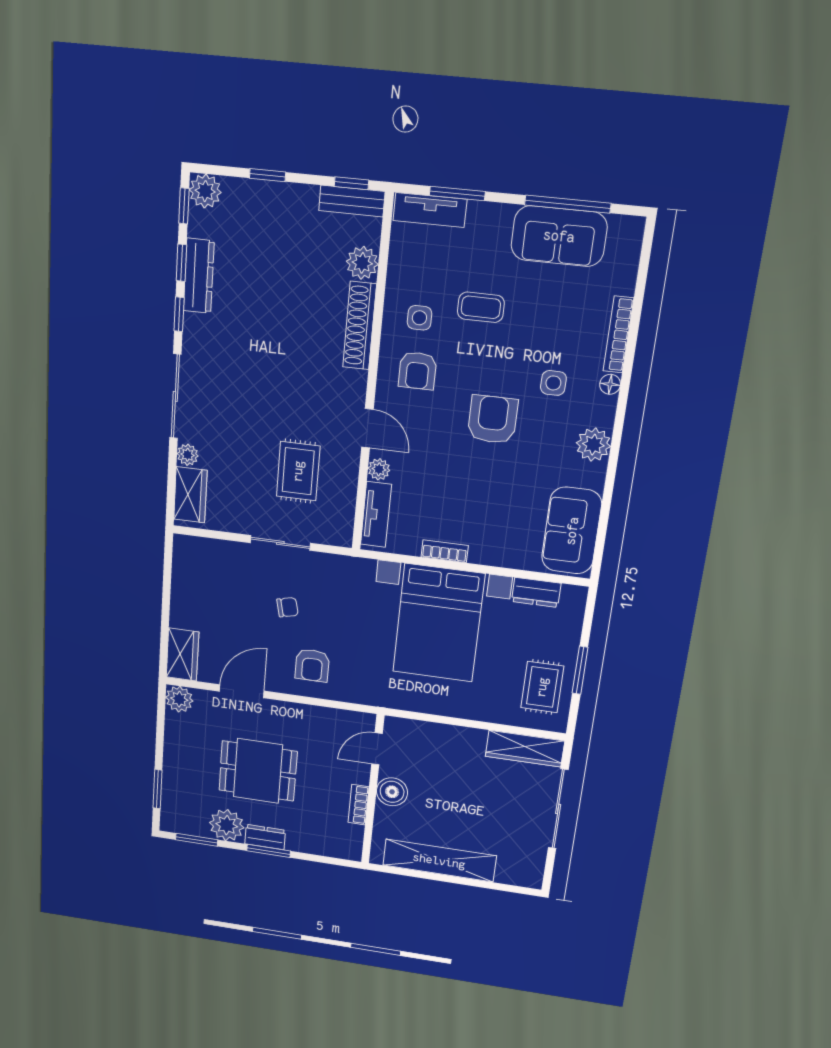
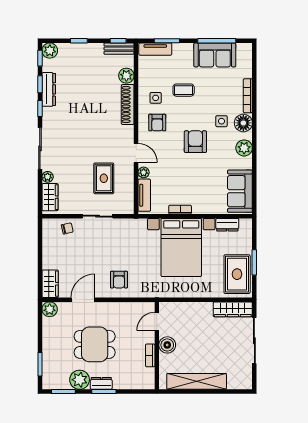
floor lamp: (610, 384) -> (243, 123), width x1.89, depth x1.89
chair: (287, 607) -> (67, 228), moved
rug: (542, 687) -> (237, 274), width x1.36, depth x1.43

